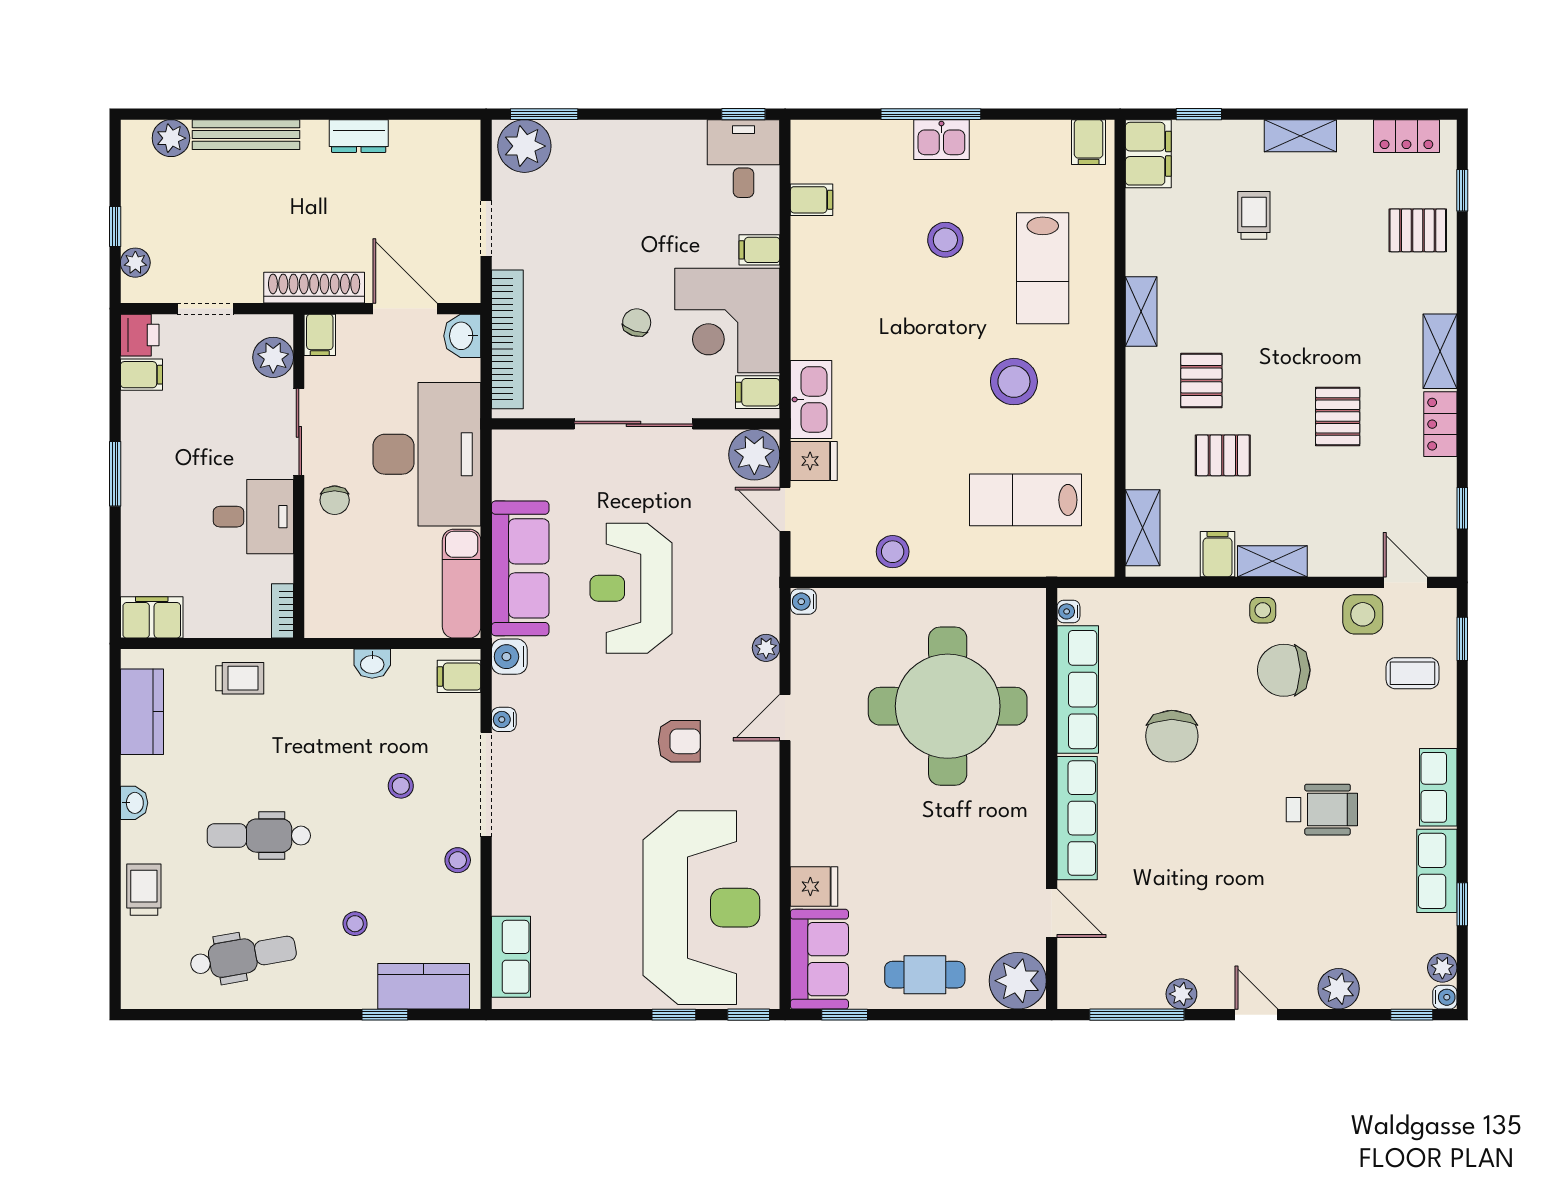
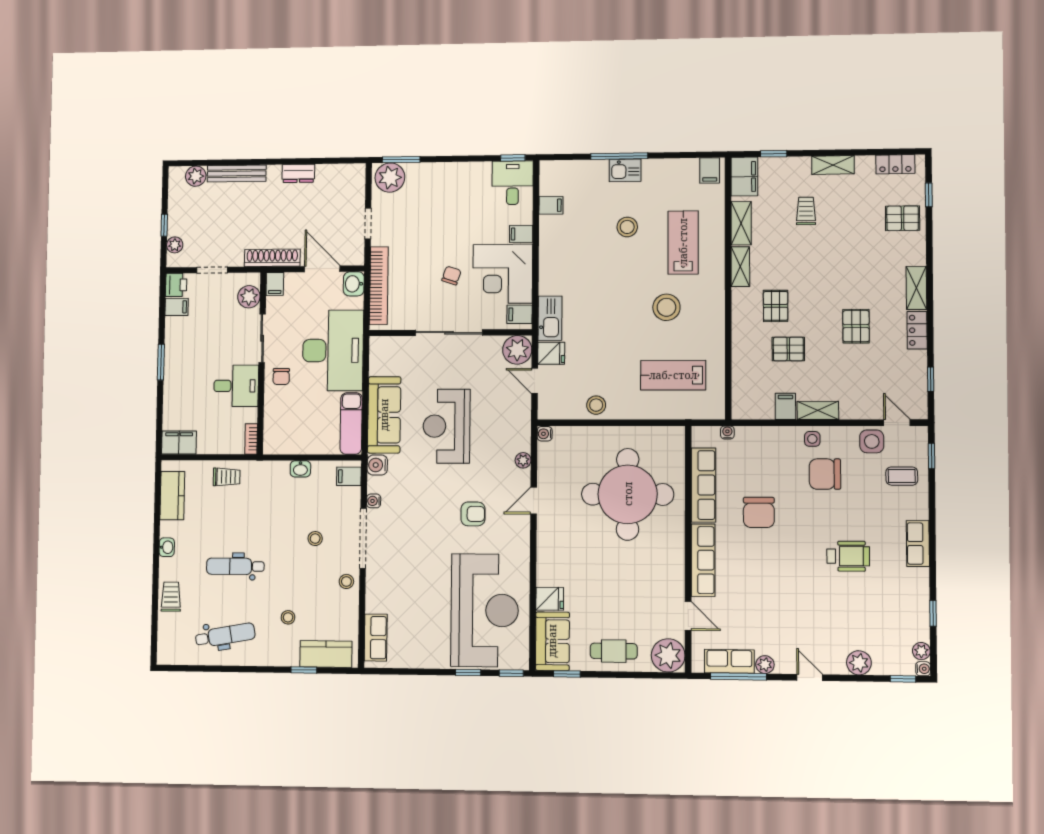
lab bench: (1043, 268) -> (683, 242), turned 180
shelving: (1143, 528) -> (741, 223), moved
water cooler: (1068, 611) -> (727, 432), moved, turned 90
row of seats: (1437, 871) -> (729, 661), moved, turned 90

